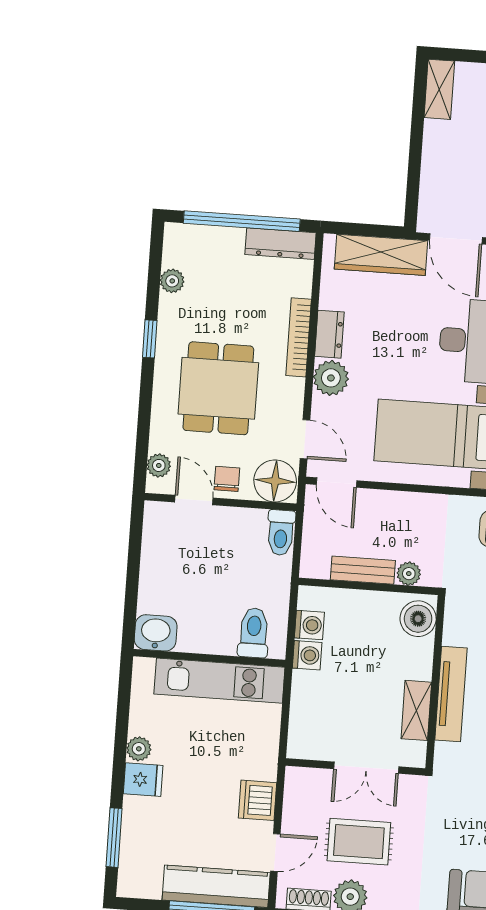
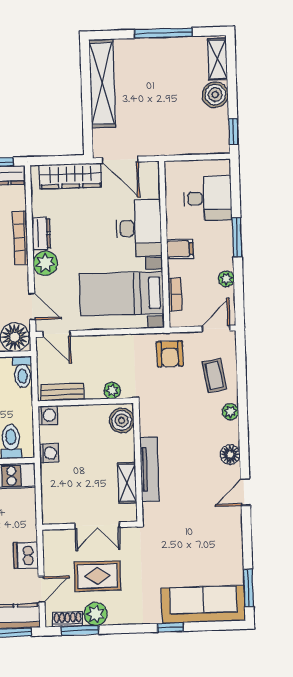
shelving: (439, 89) -> (102, 83), width x2.20, depth x1.33
bench: (363, 570) -> (62, 392), moved
washing machine: (309, 625) -> (48, 415), moved

